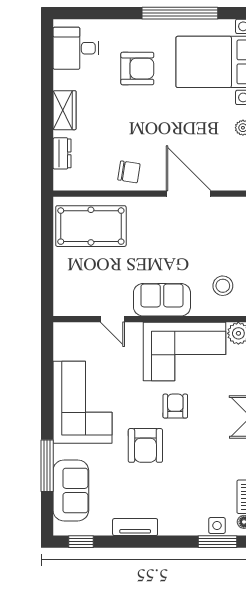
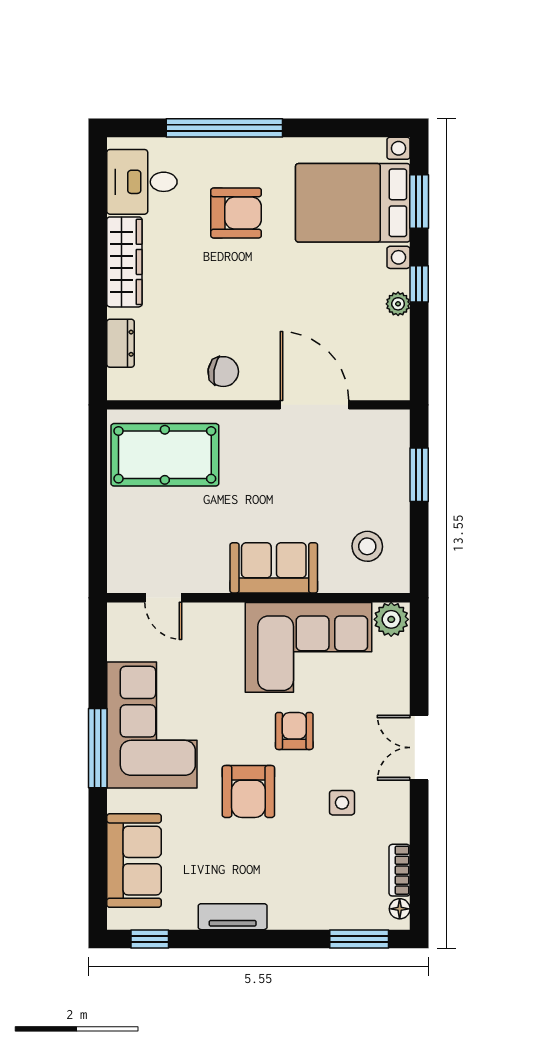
window: (180, 13) -> (224, 128), moved
wardrobe: (65, 110) -> (124, 262), width x1.50
door: (112, 319) -> (163, 598), moved
window: (47, 466) -> (98, 748), moved
side table: (217, 525) -> (342, 803), moved

